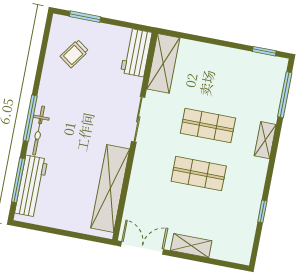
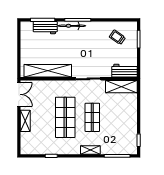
shop shelf: (199, 174) -> (65, 117), width x1.43, depth x1.36
workbench: (31, 186) -> (45, 28), width x0.73

